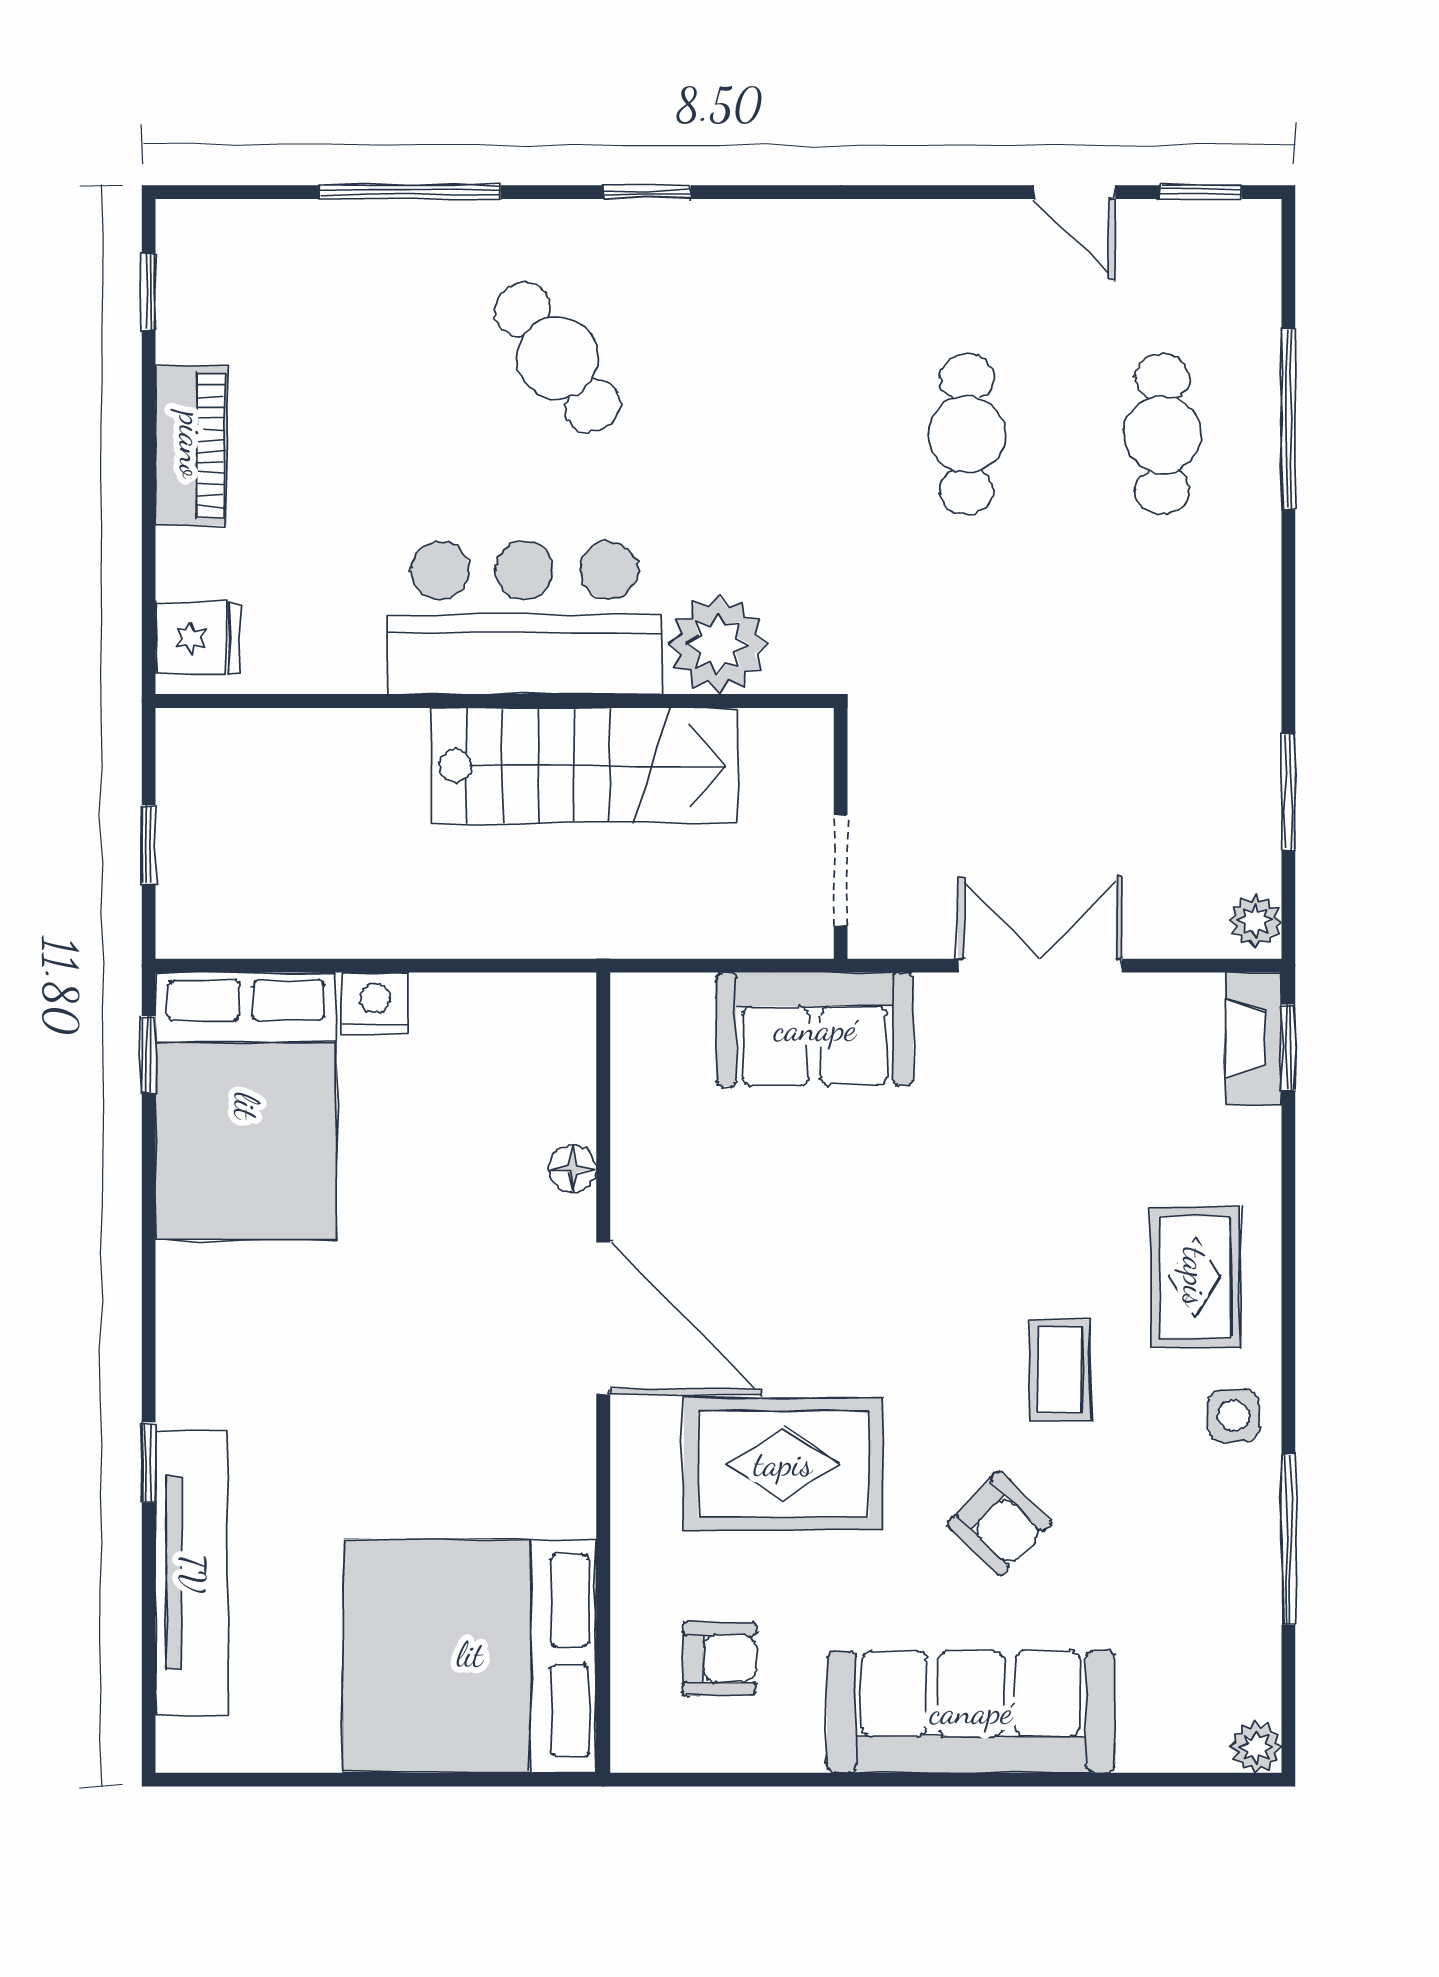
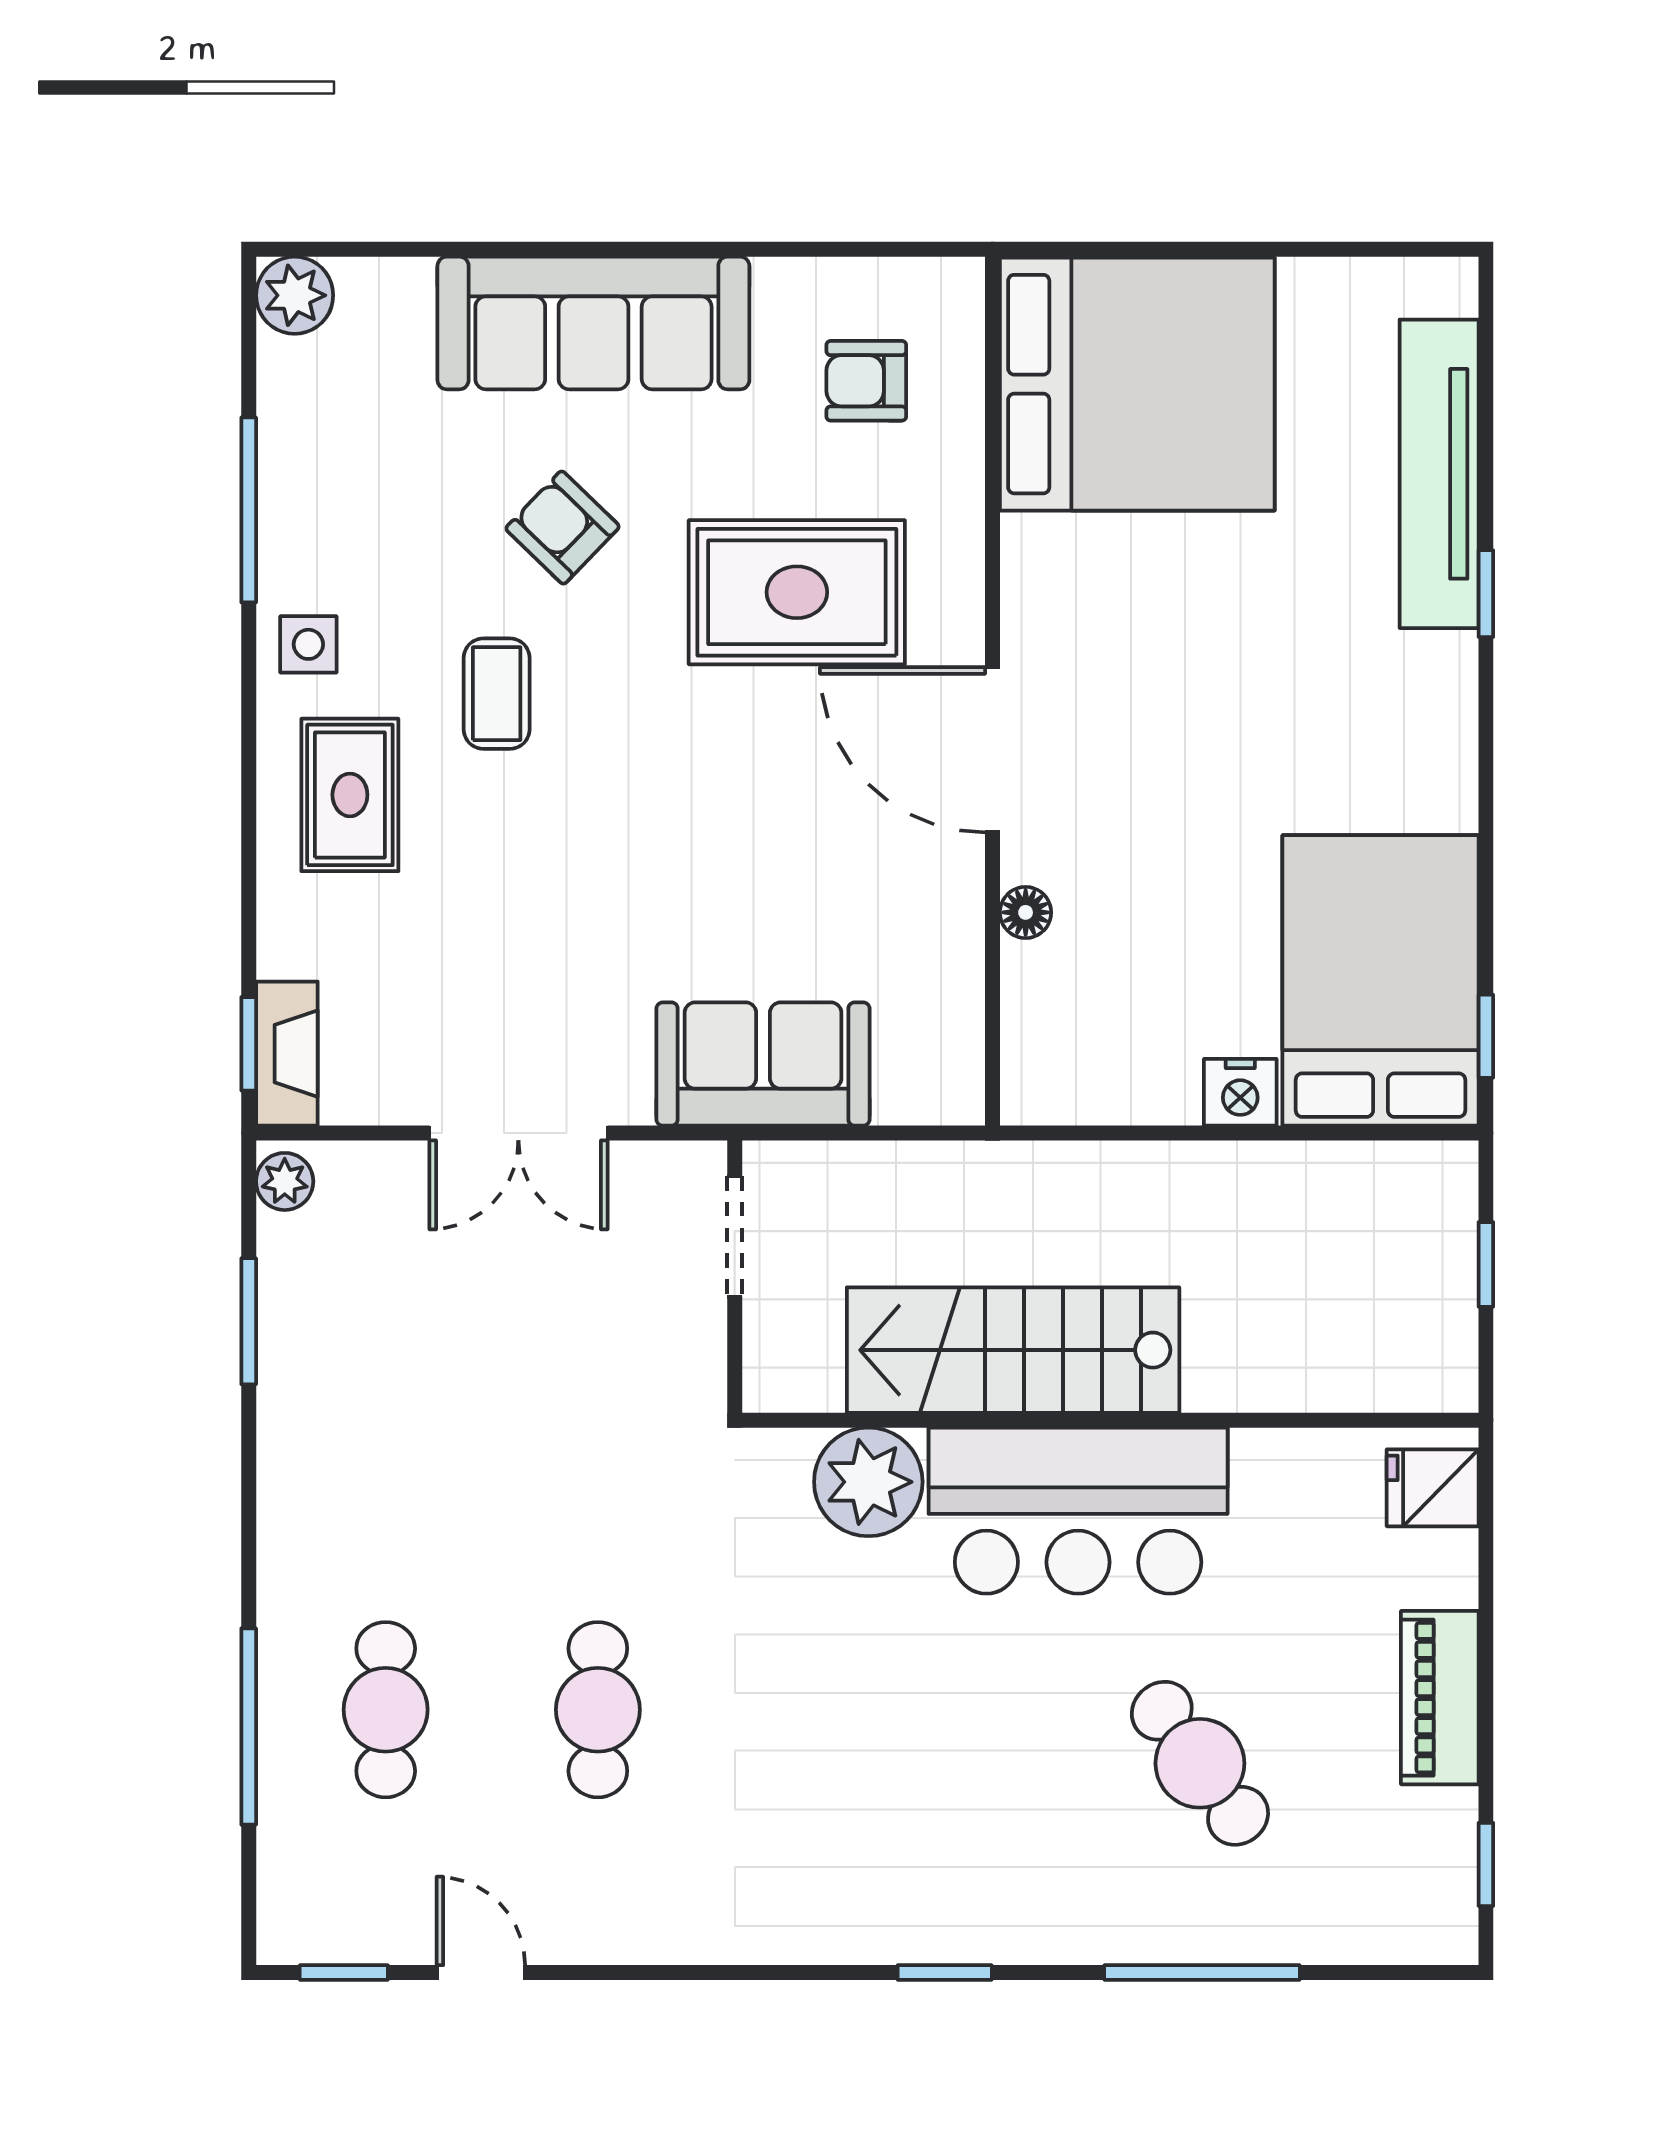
cafe table: (558, 358) -> (1200, 1763), moved
plant: (1256, 1747) -> (295, 295), width x1.38, depth x1.38

